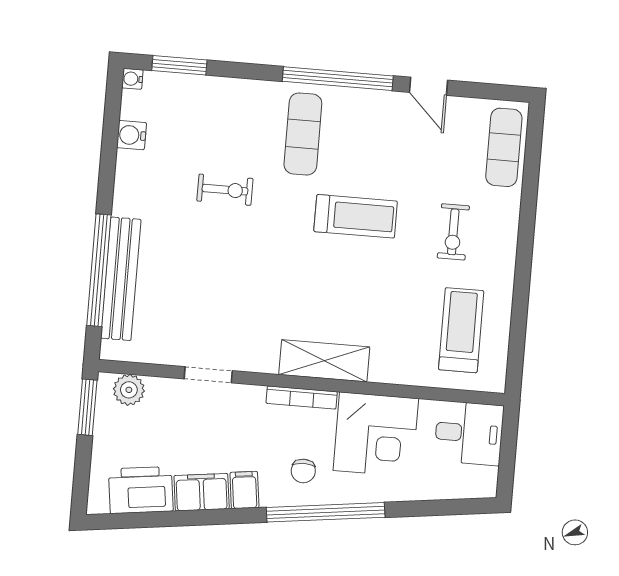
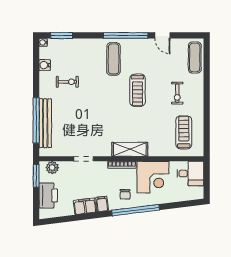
exercise bike: (225, 190) -> (67, 82), moved
treadmill: (356, 216) -> (138, 90), turned 90
printer: (141, 490) -> (48, 195), moved, turned 97

